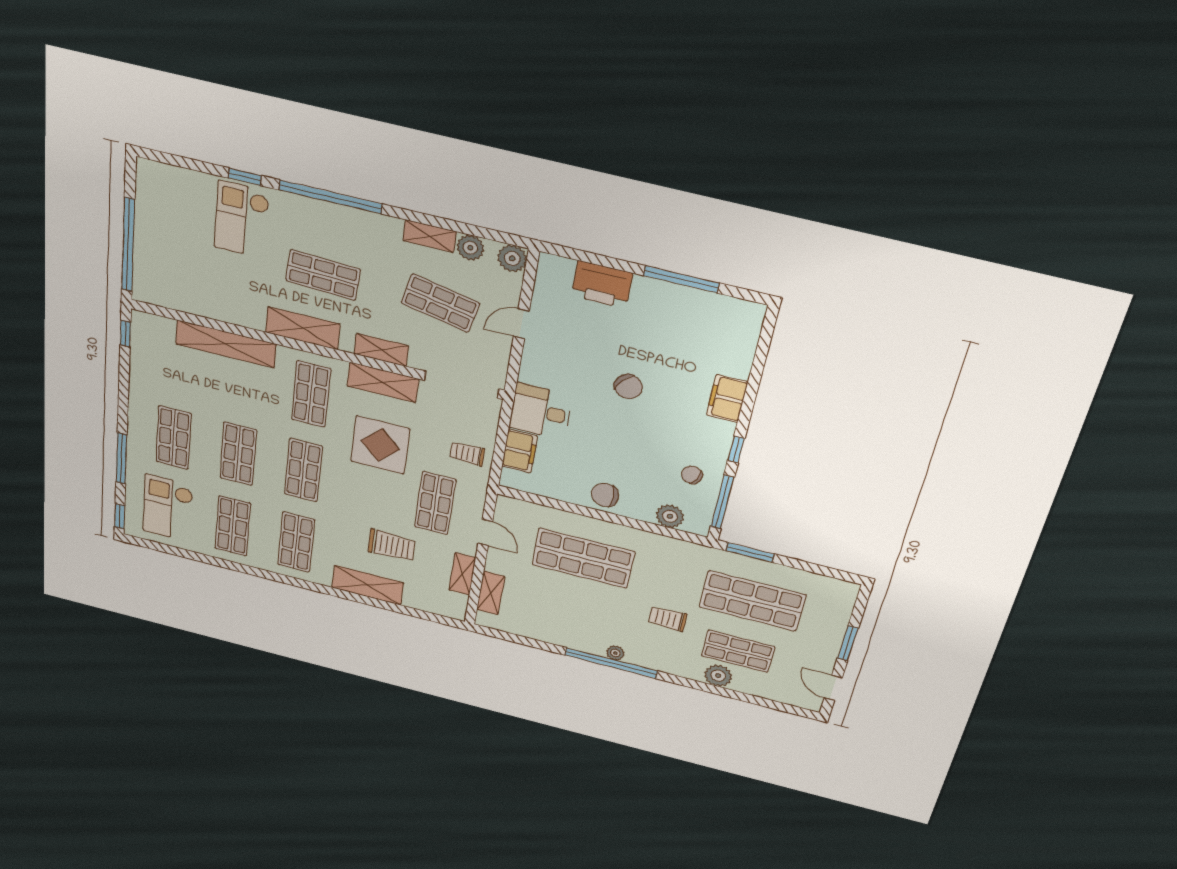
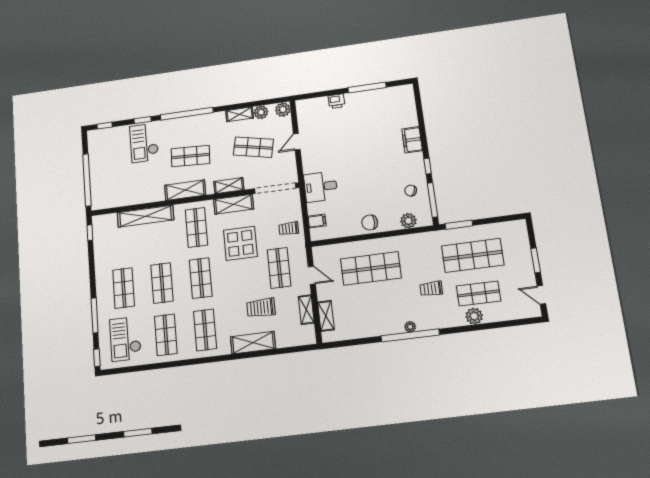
window: (171, 159) -> (105, 126), added
printer: (602, 284) -> (336, 101), width x0.53, depth x0.68
chair: (628, 387) -> (361, 154), removed
filing cabinet: (520, 451) -> (317, 221), width x0.50
trolley: (392, 546) -> (261, 308), turned 180

